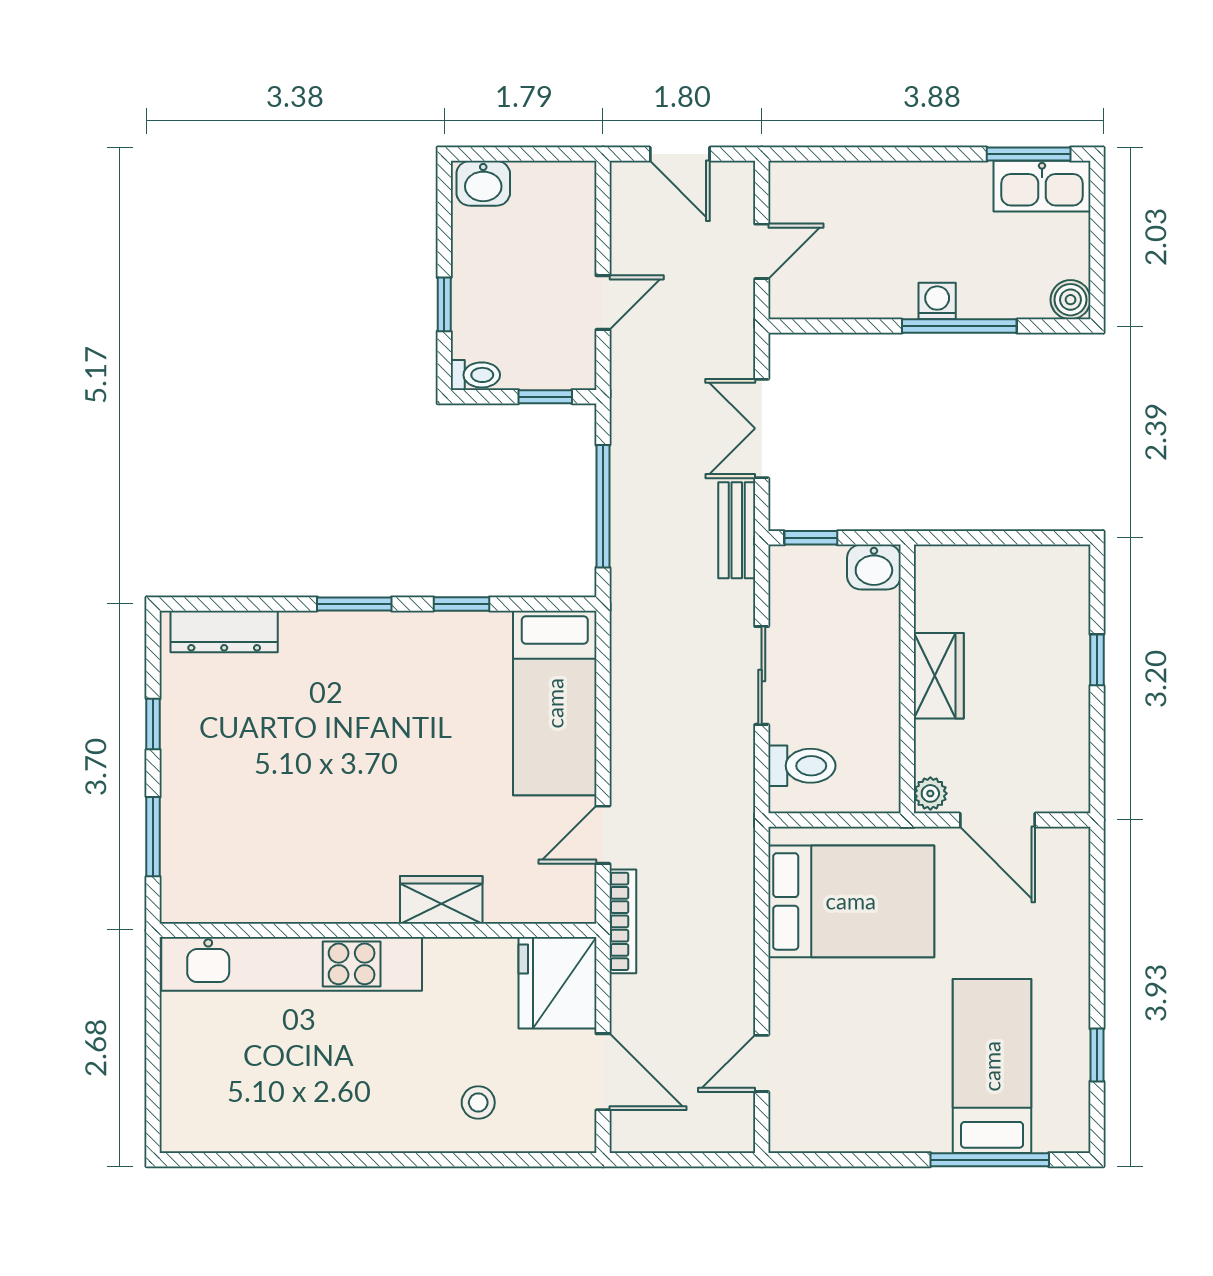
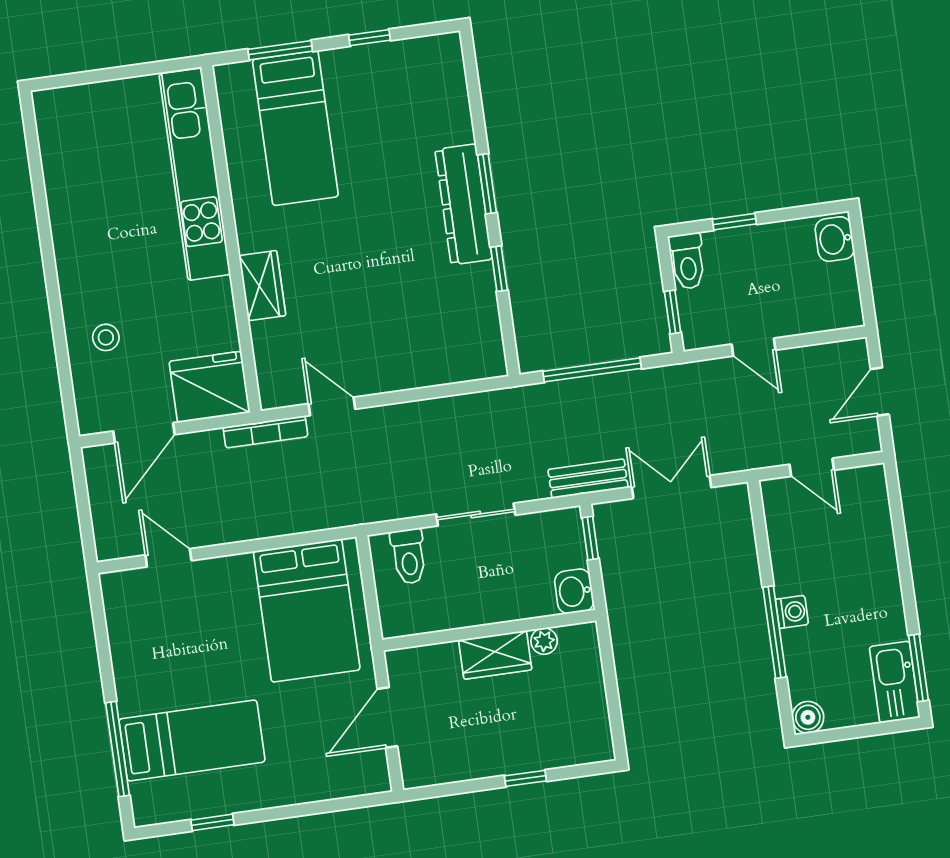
toilet: (475, 375) -> (687, 261), width x1.37, depth x1.39
dresser: (224, 632) -> (464, 204), moved, width x1.37, depth x1.24
bed: (555, 703) -> (295, 128), moved, turned -90
plant: (930, 793) -> (544, 641), moved

